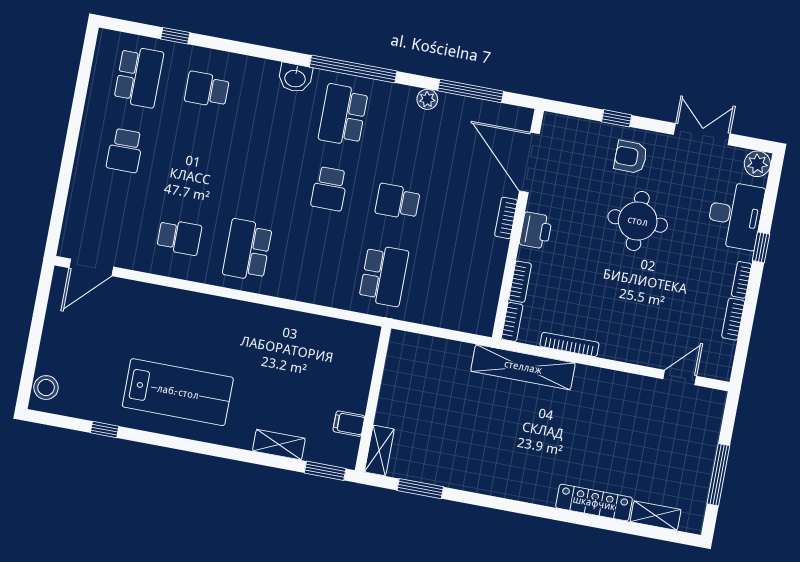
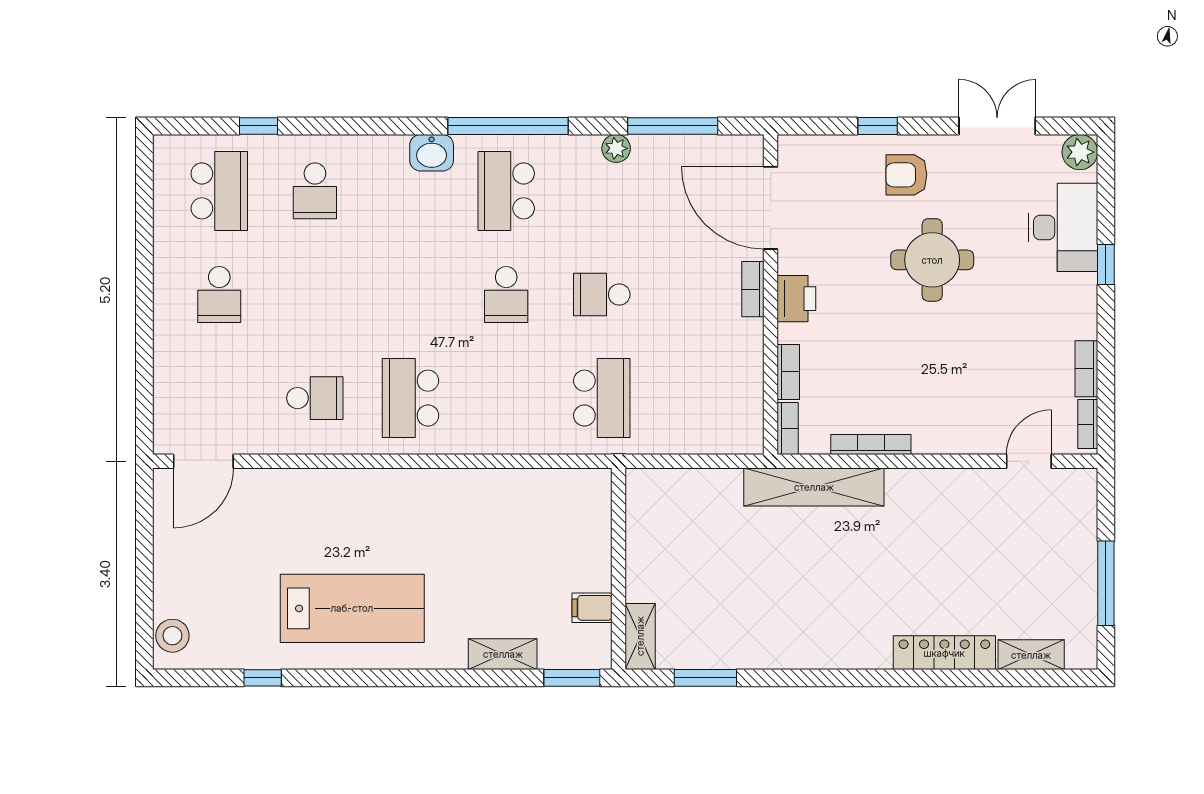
school desk: (207, 89) -> (315, 191), turned -90
bookcase: (742, 280) -> (1088, 424), moved

